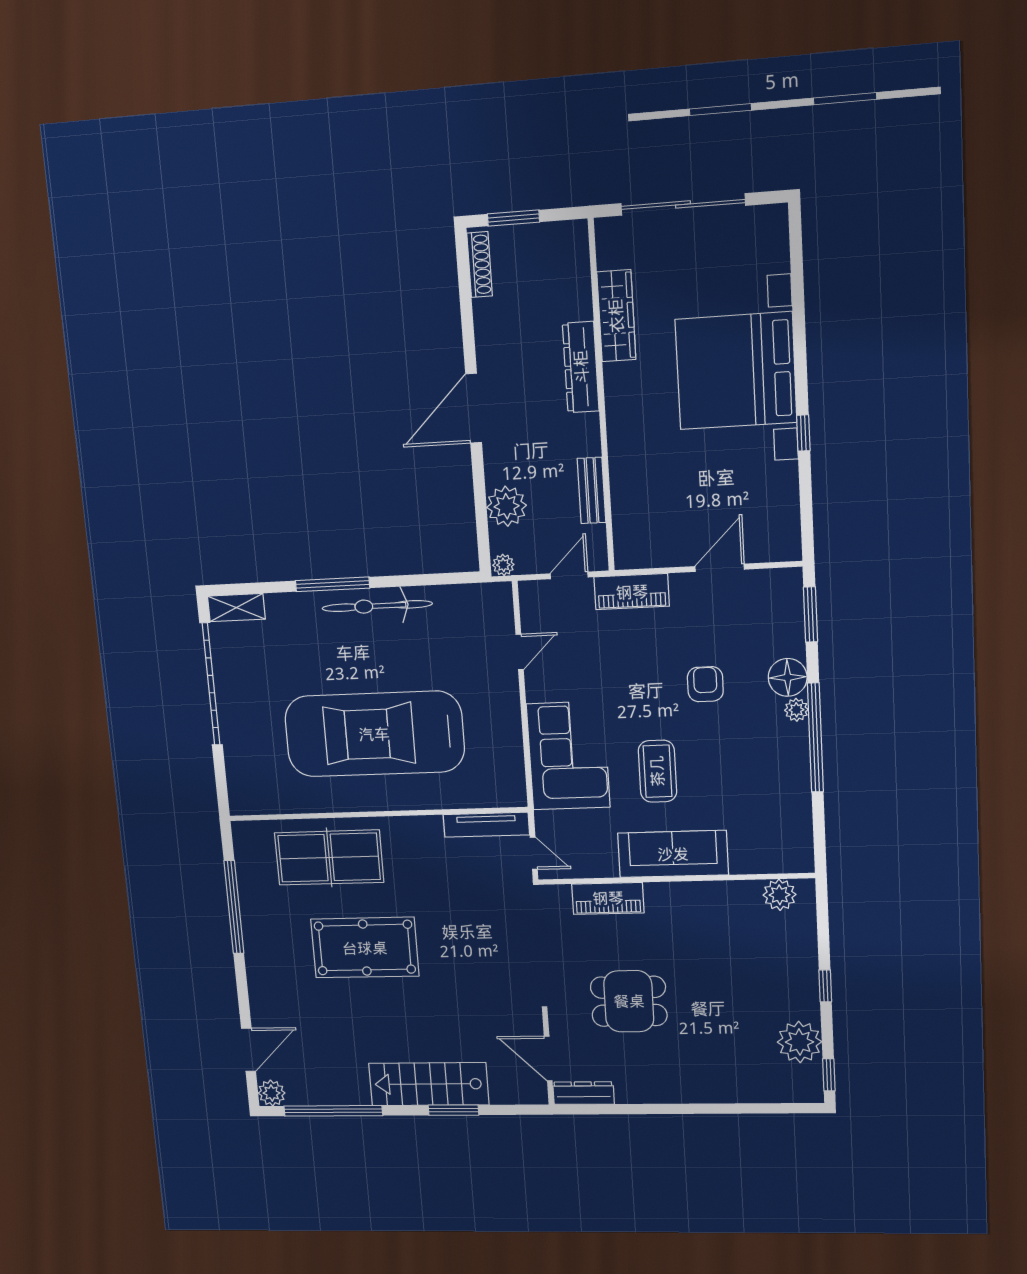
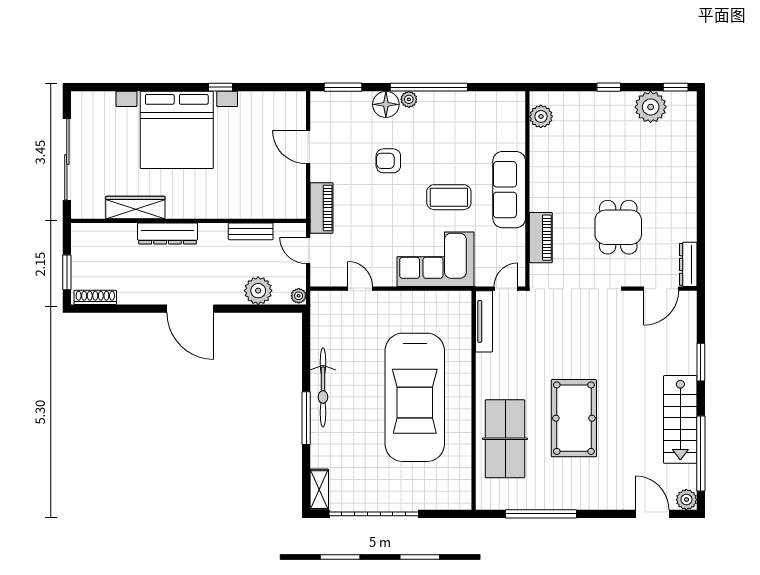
stairs: (429, 1084) -> (680, 419), moved

